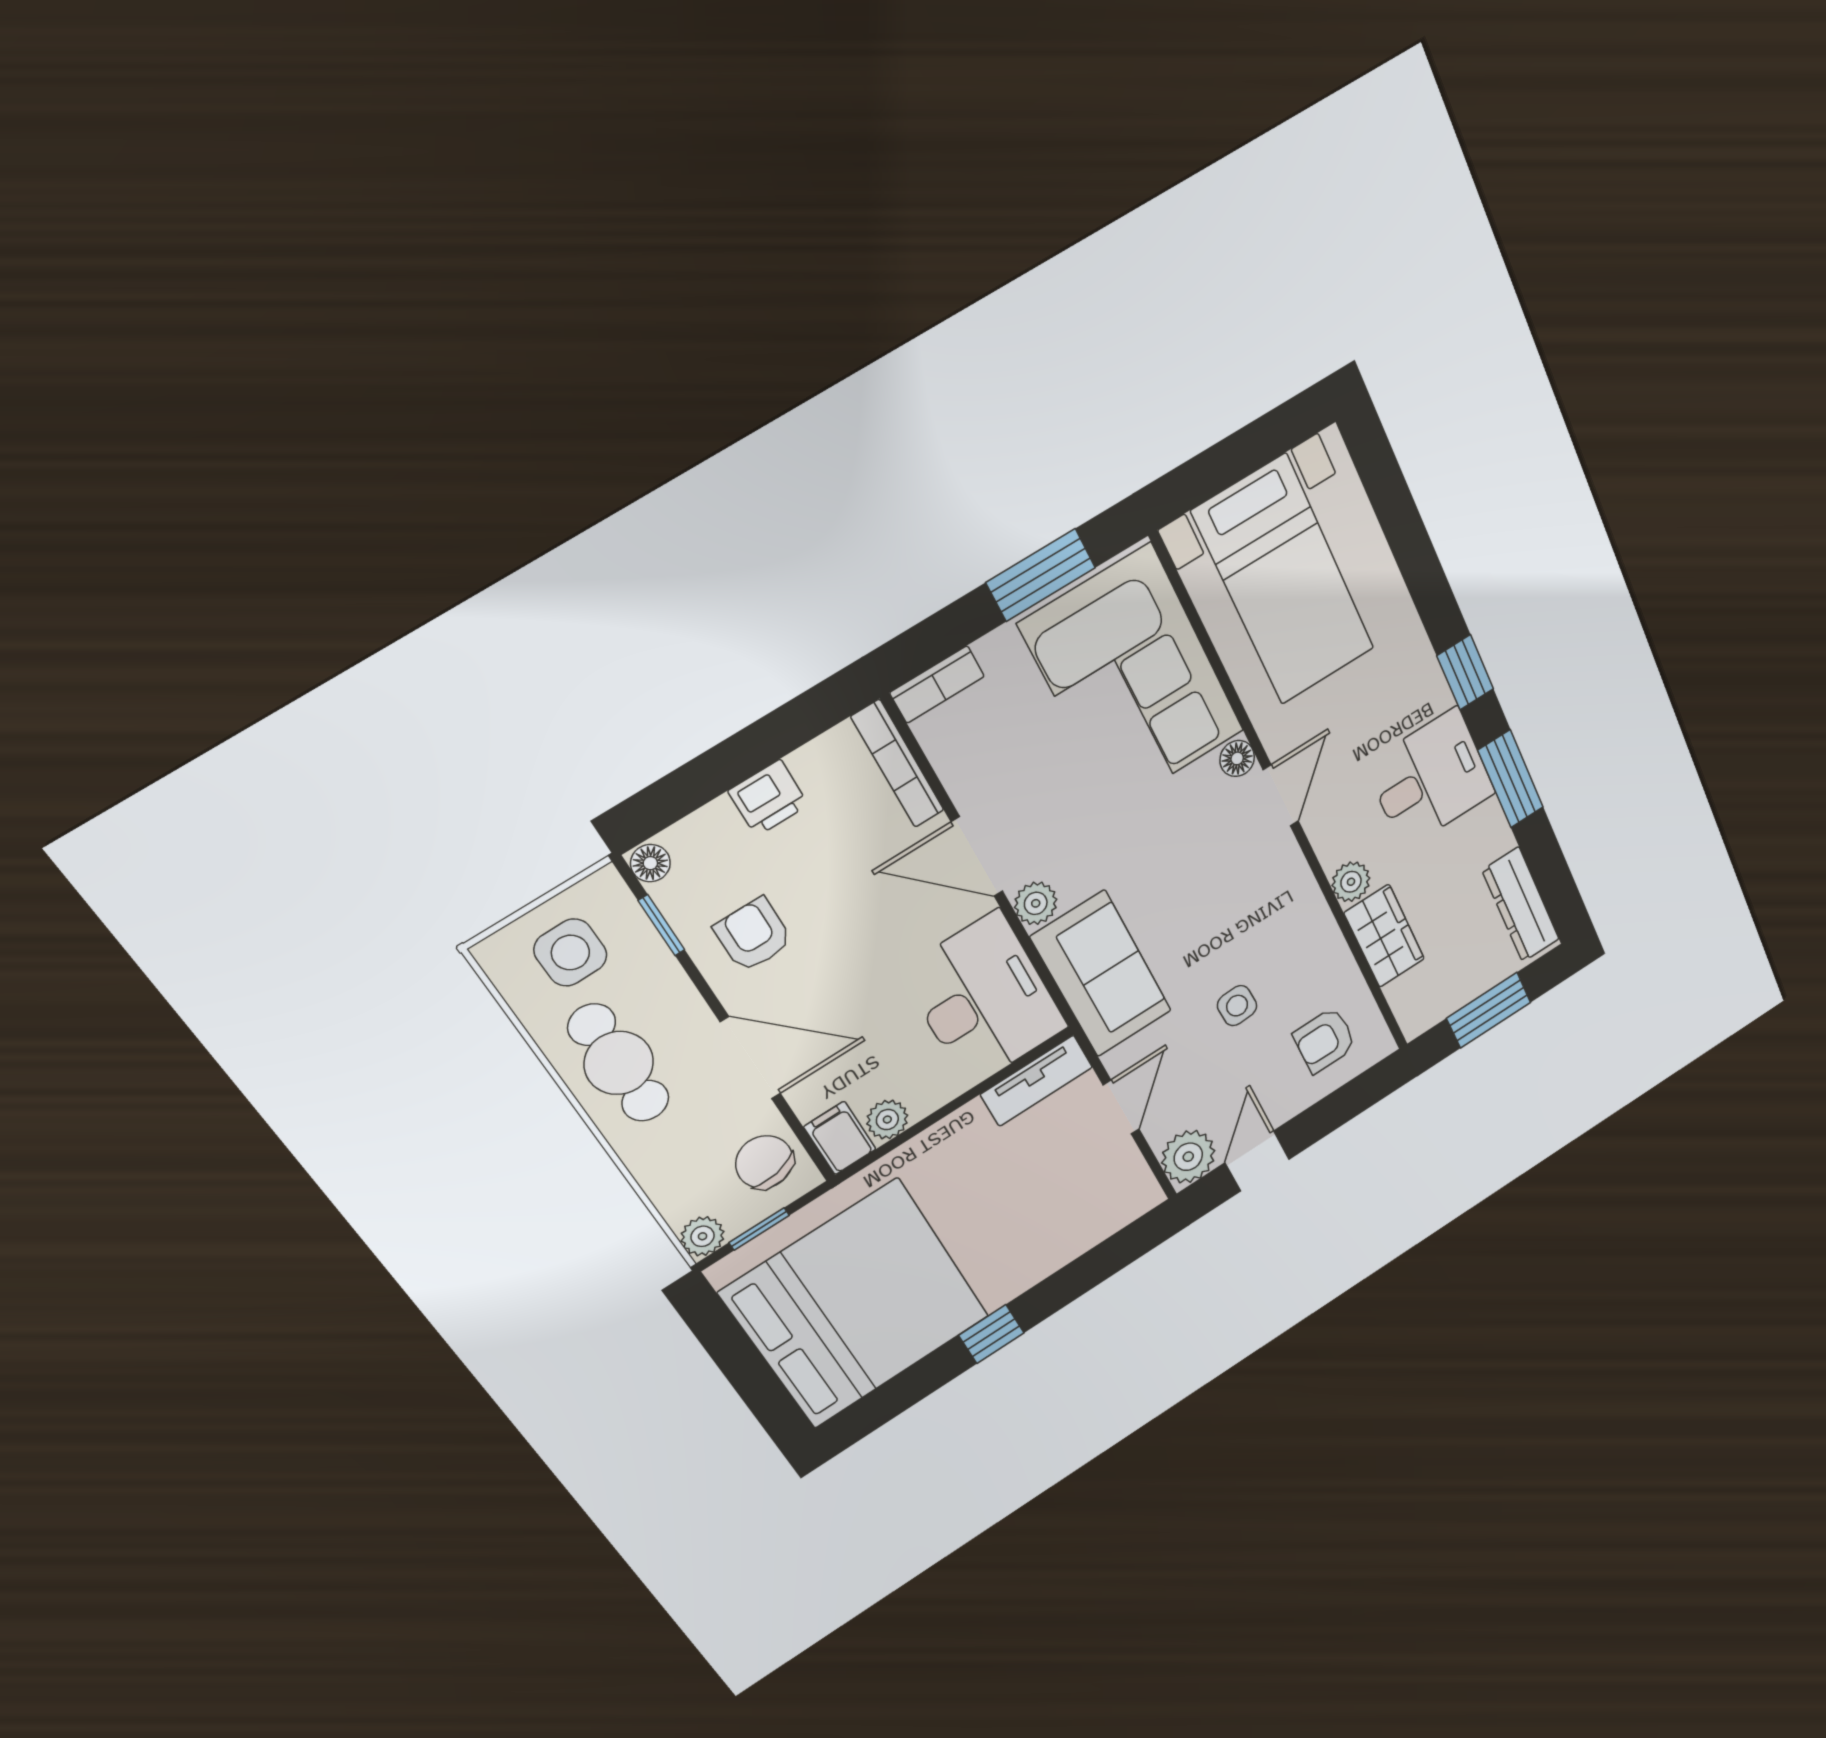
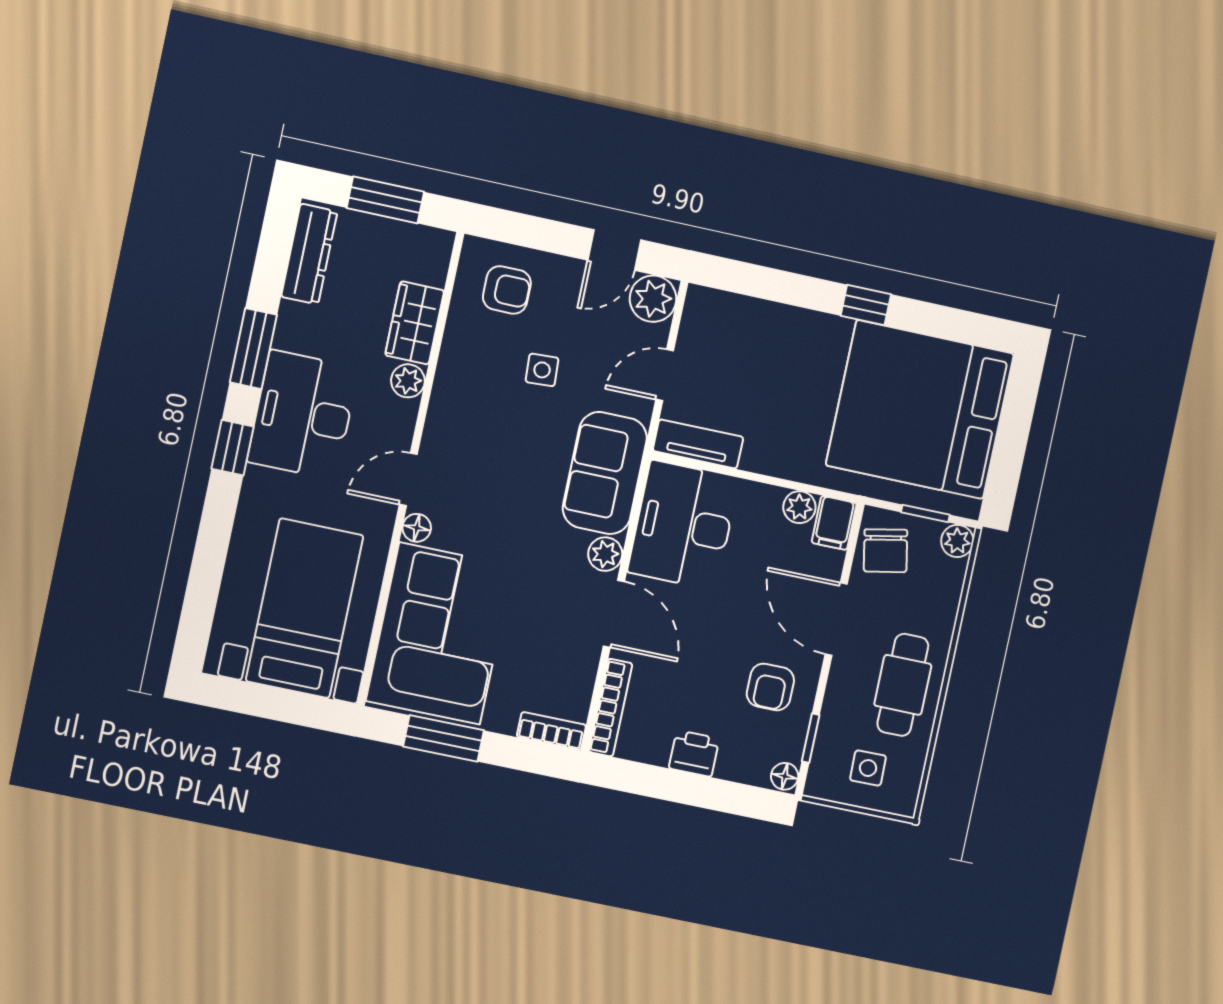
desk: (1430, 779) -> (303, 415), width x1.37
side table: (570, 953) -> (868, 768), width x0.73, depth x0.73

